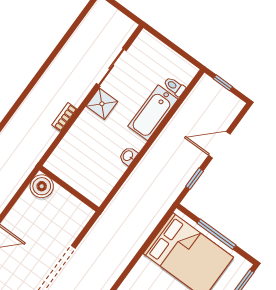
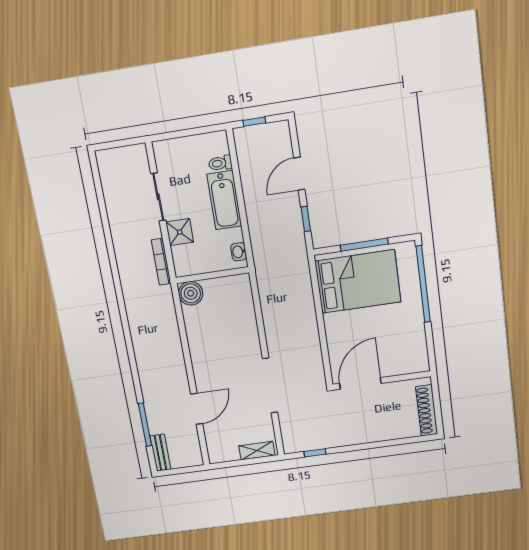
bookcase: (64, 117) -> (161, 262), width x1.56
boiler: (42, 186) -> (191, 293), moved
wall: (69, 189) -> (212, 275), moved

